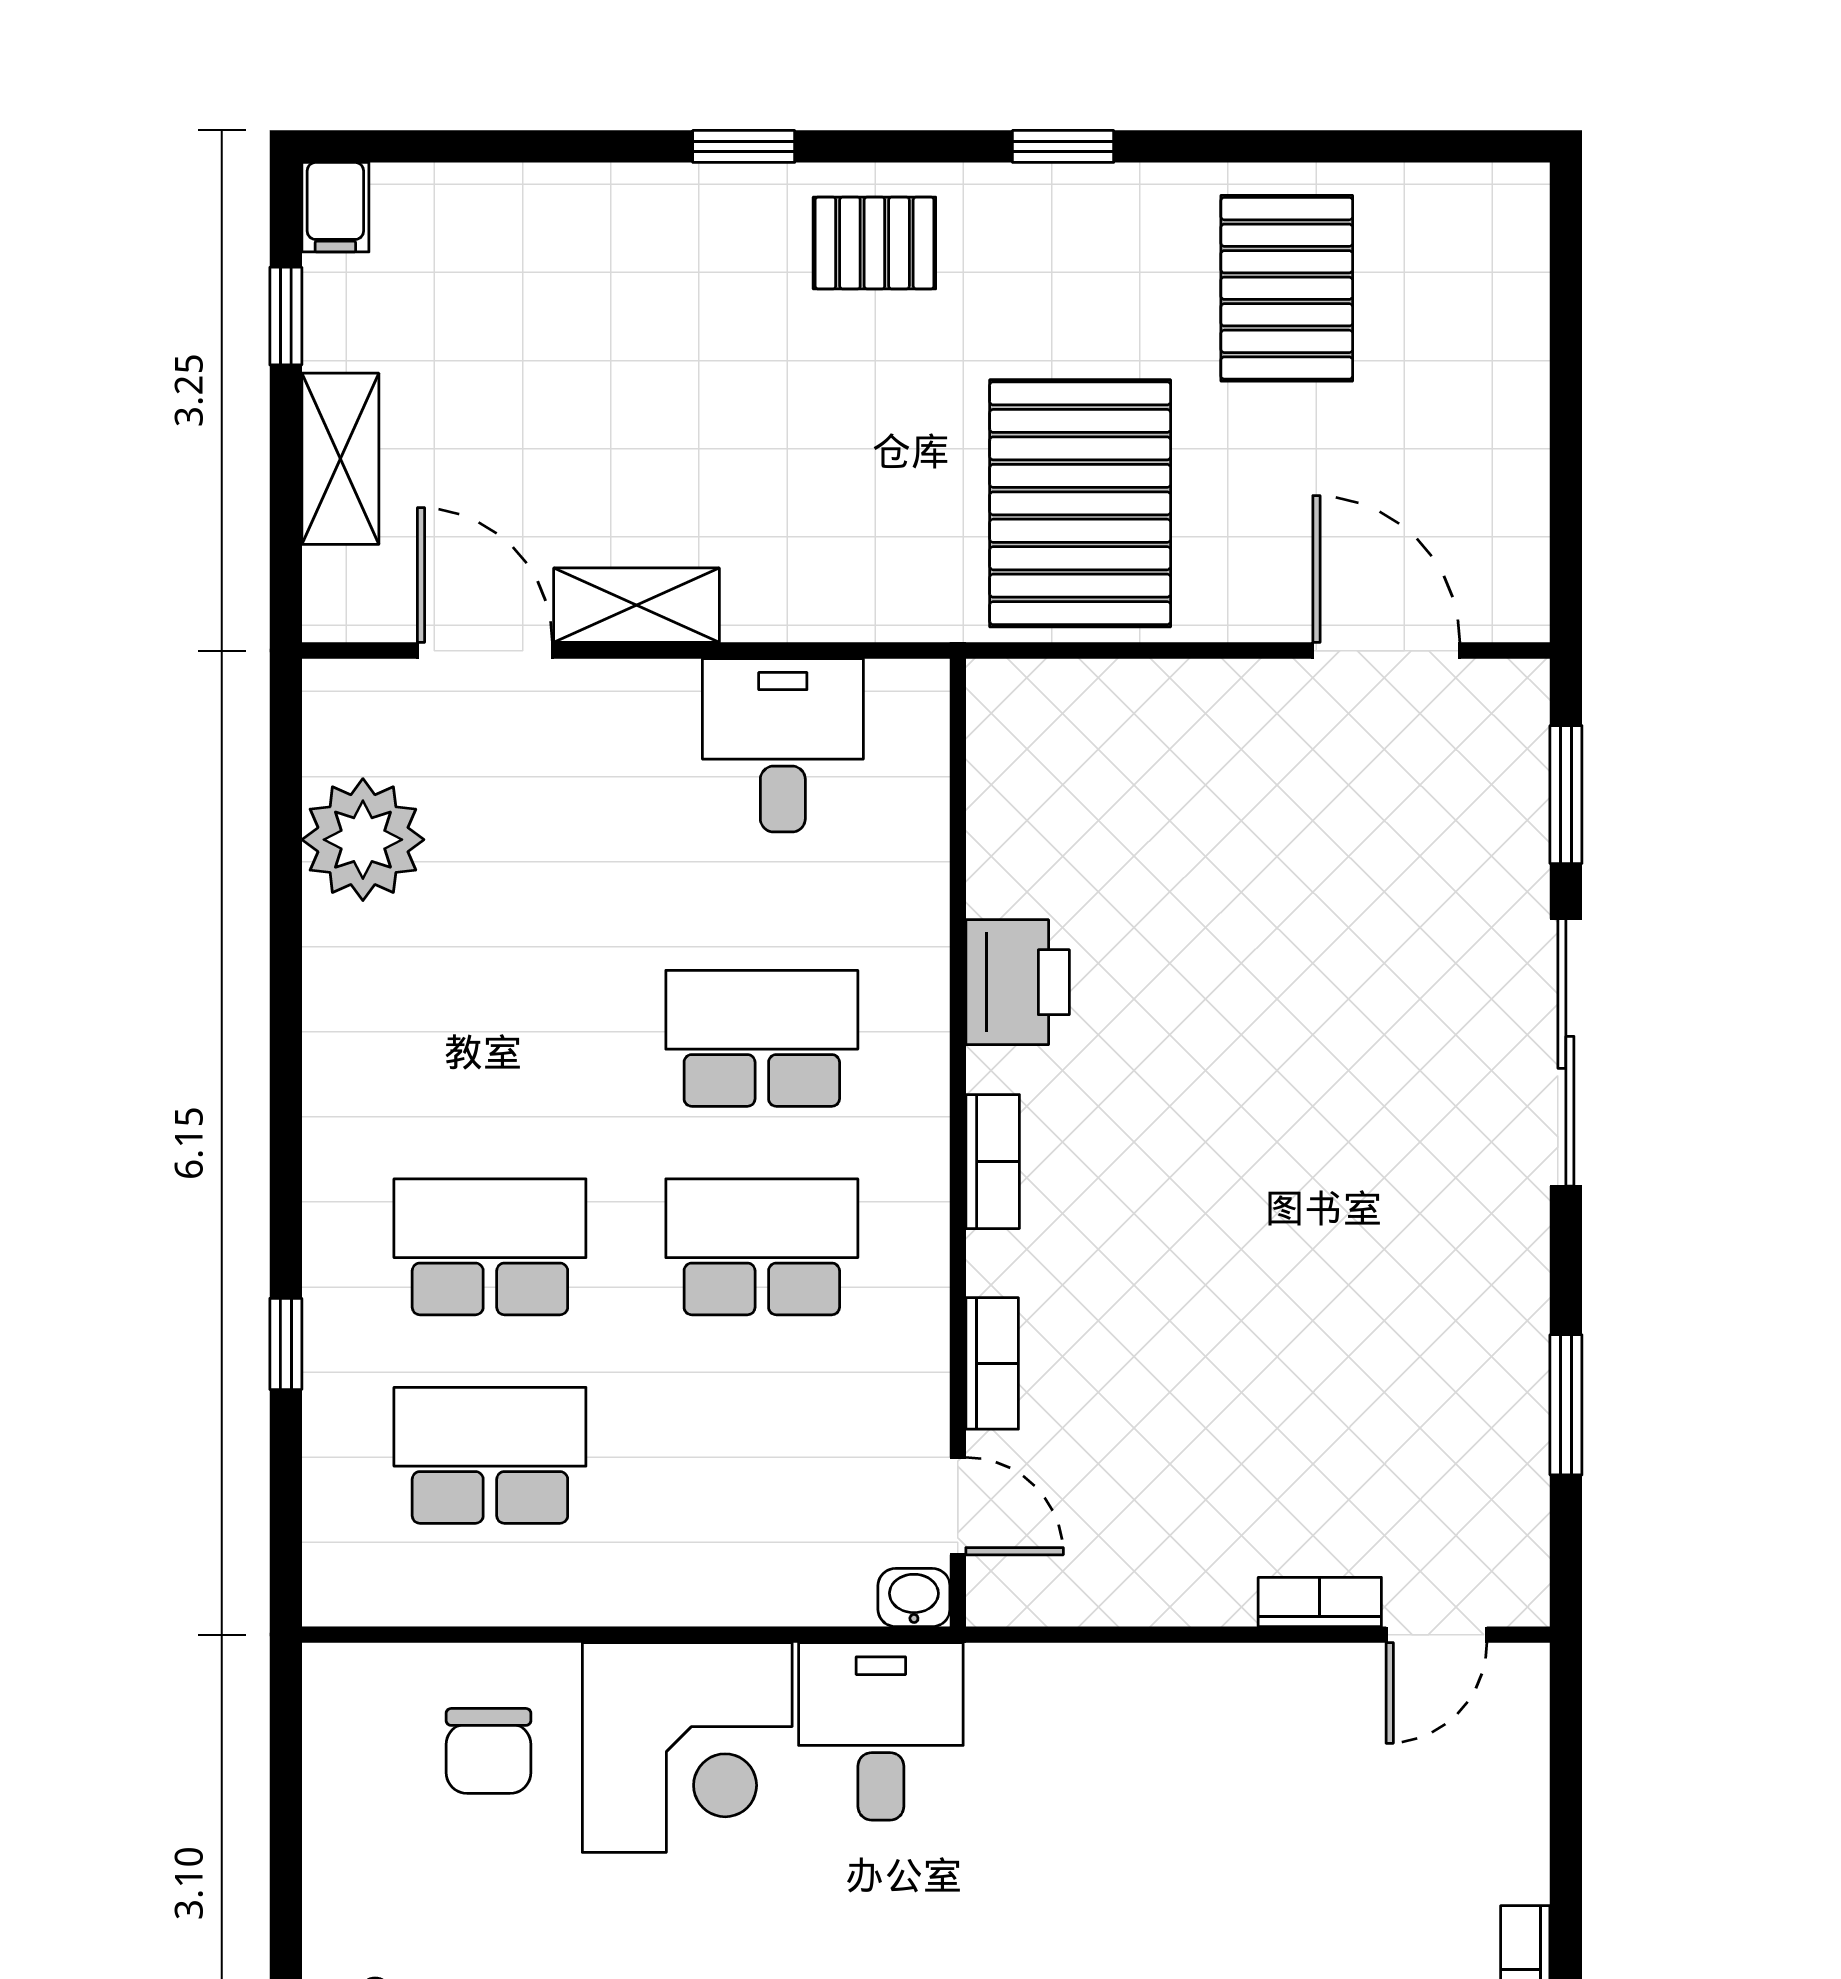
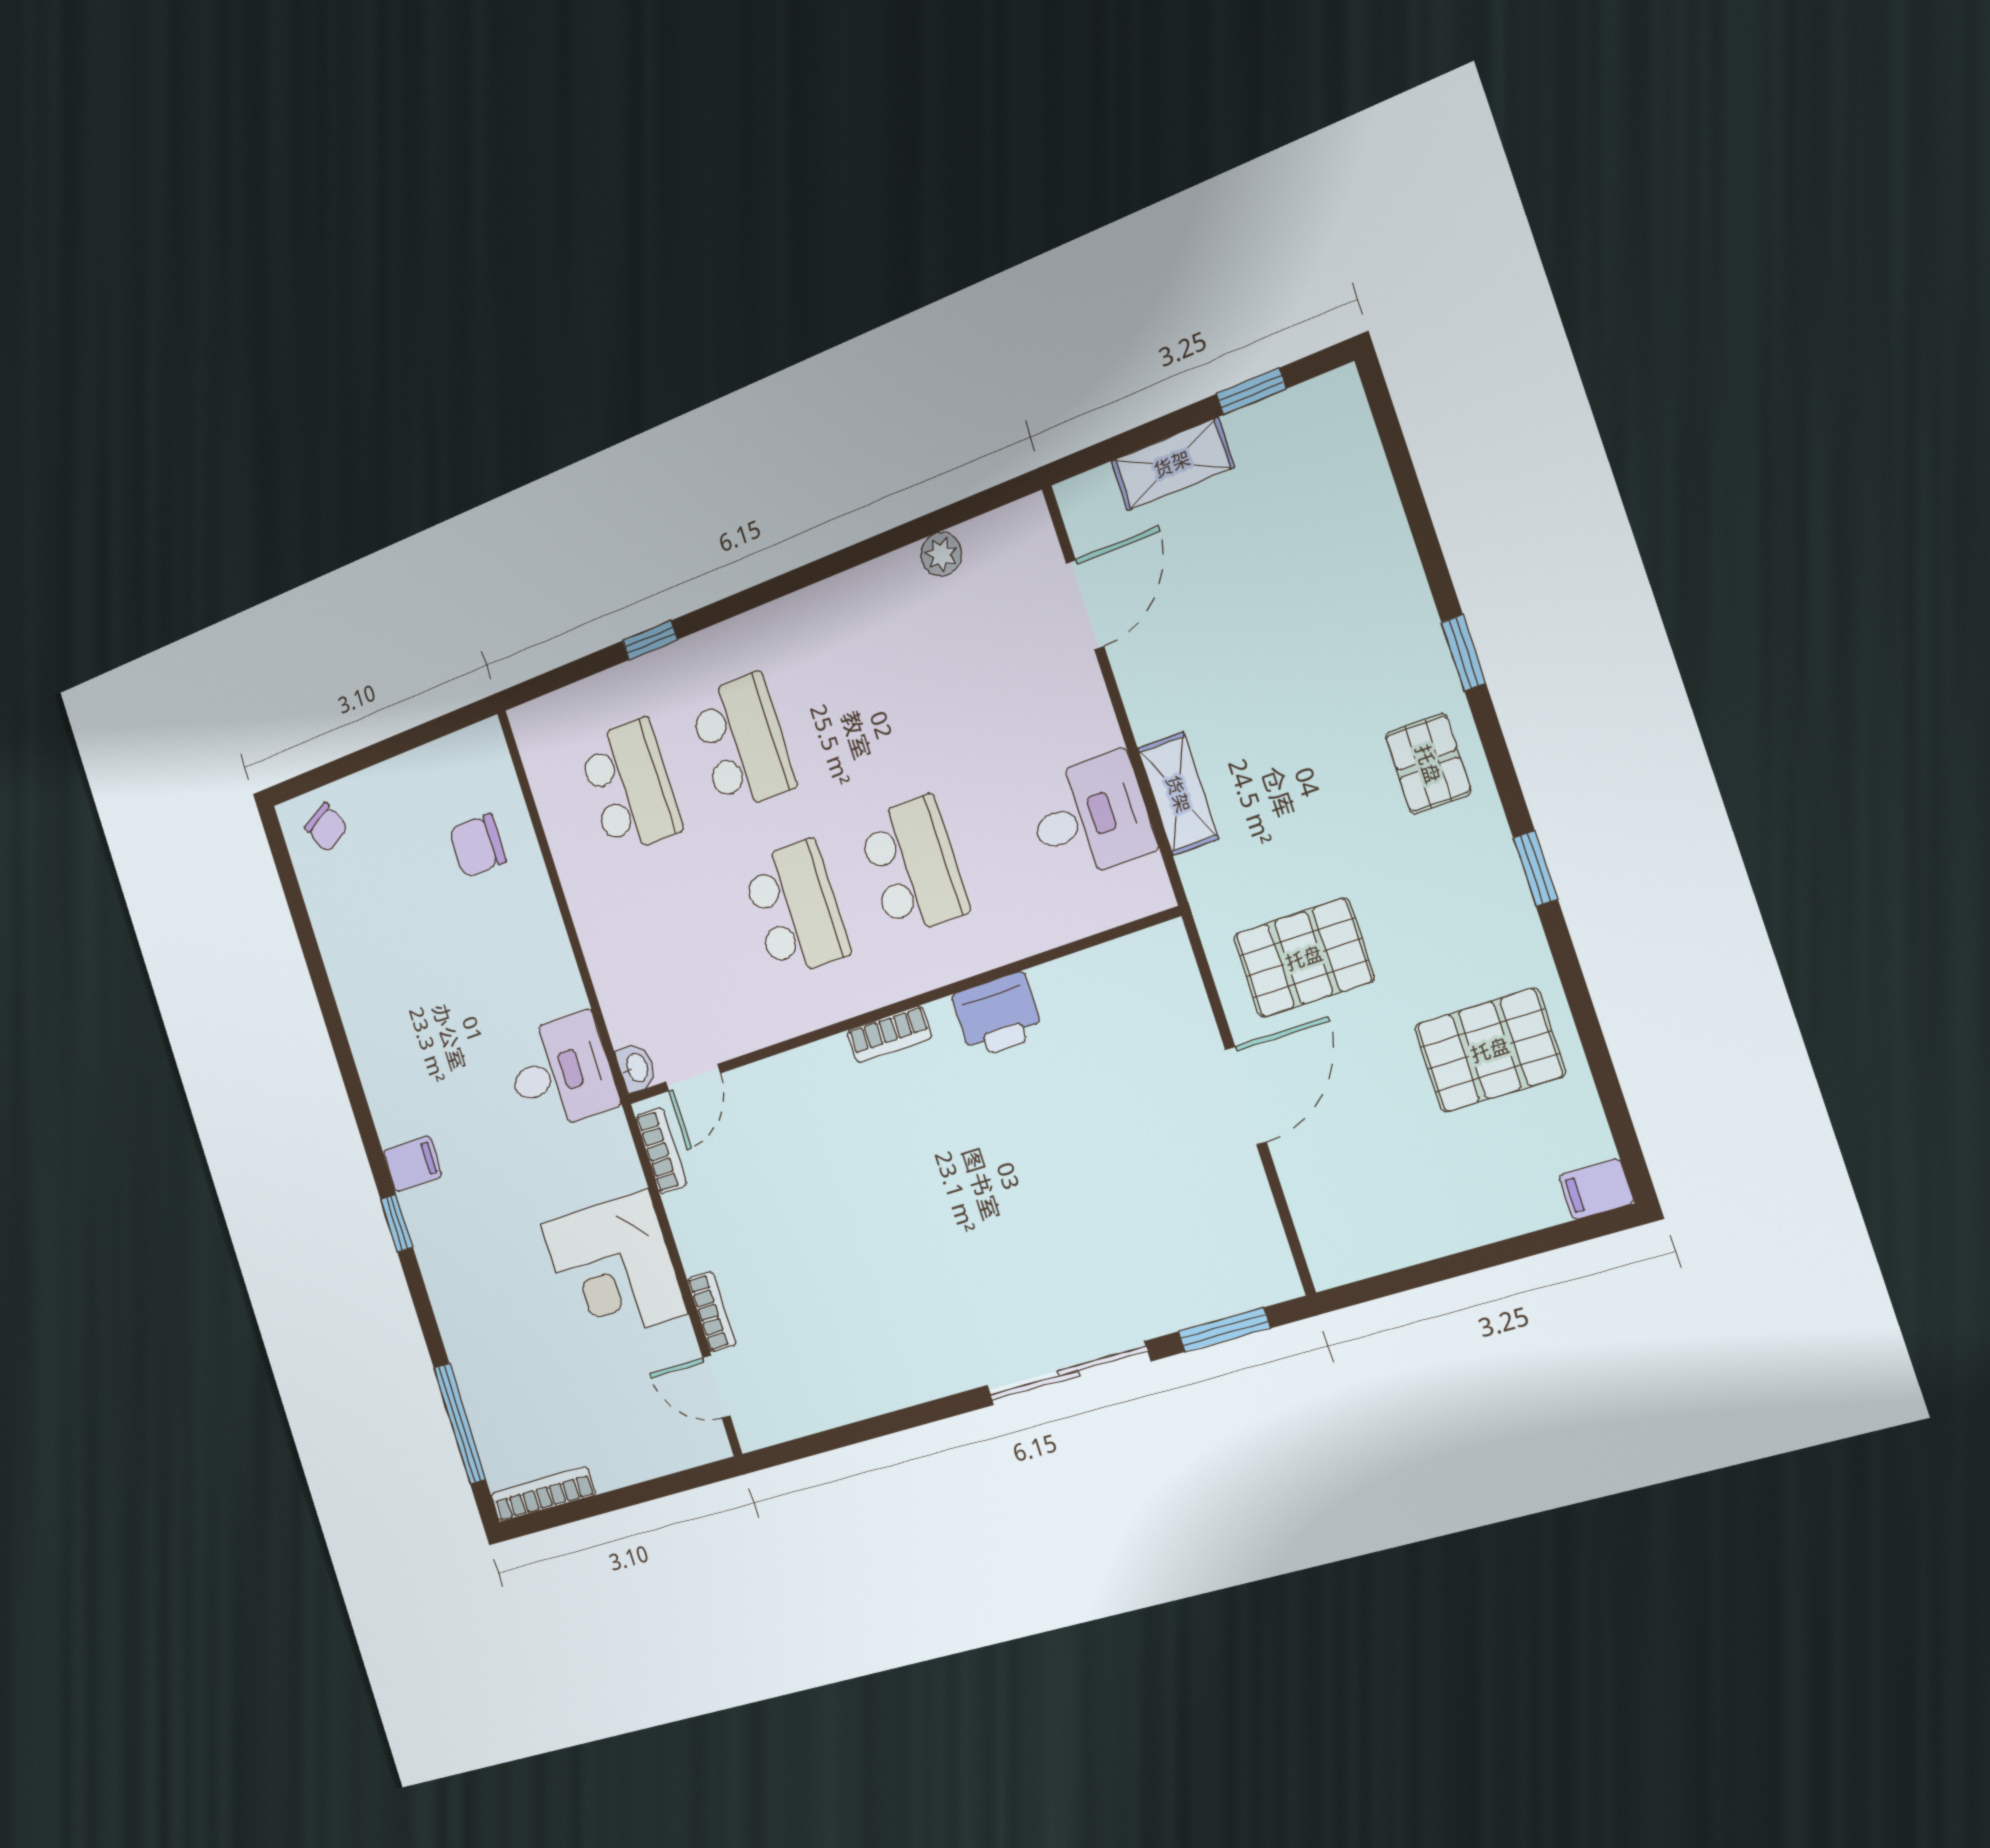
filing cabinet: (335, 207) -> (1596, 1189), moved
pallet: (1080, 503) -> (1304, 958), width x0.73, depth x0.71
shelving: (637, 605) -> (1178, 794), moved
door: (1386, 651) -> (1246, 1096), moved
plant: (363, 840) -> (941, 554), width x0.53, depth x0.53
bookcase: (992, 1363) -> (661, 1151), moved, turned -90
window: (1566, 1405) -> (866, 1430), removed
corner desk: (687, 1748) -> (614, 1269), moved

